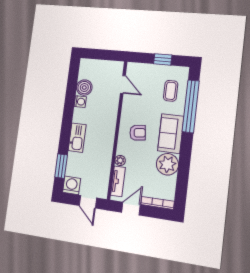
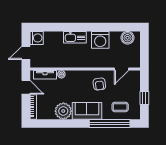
boiler: (84, 88) -> (128, 38), moved
washing machine: (80, 102) -> (100, 40), width x1.89, depth x1.89
armchair: (138, 133) -> (99, 84), moved
window: (61, 166) -> (51, 27), removed

